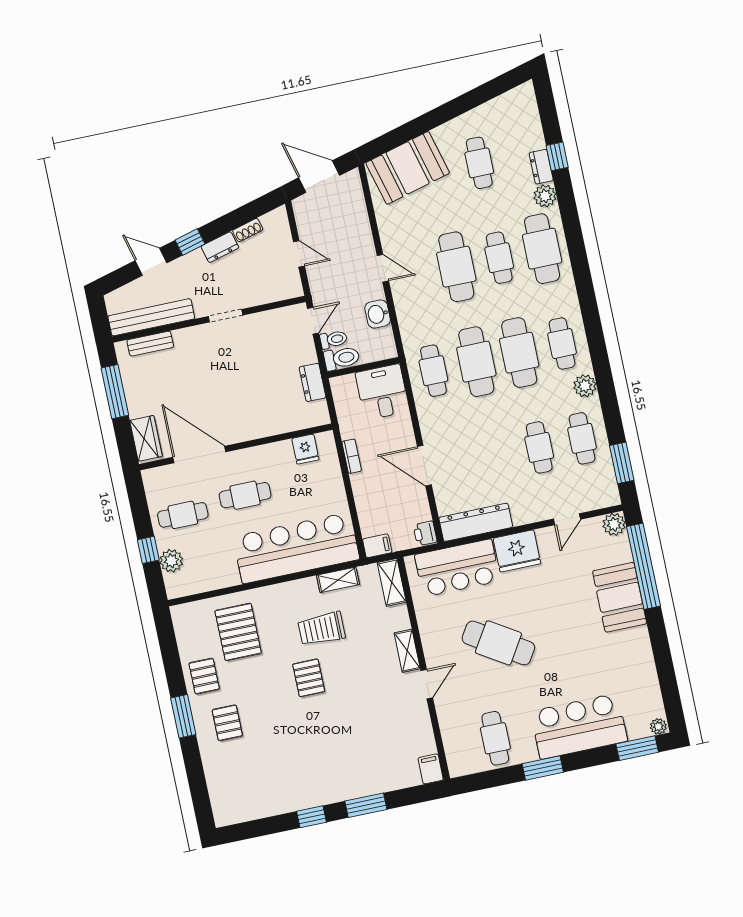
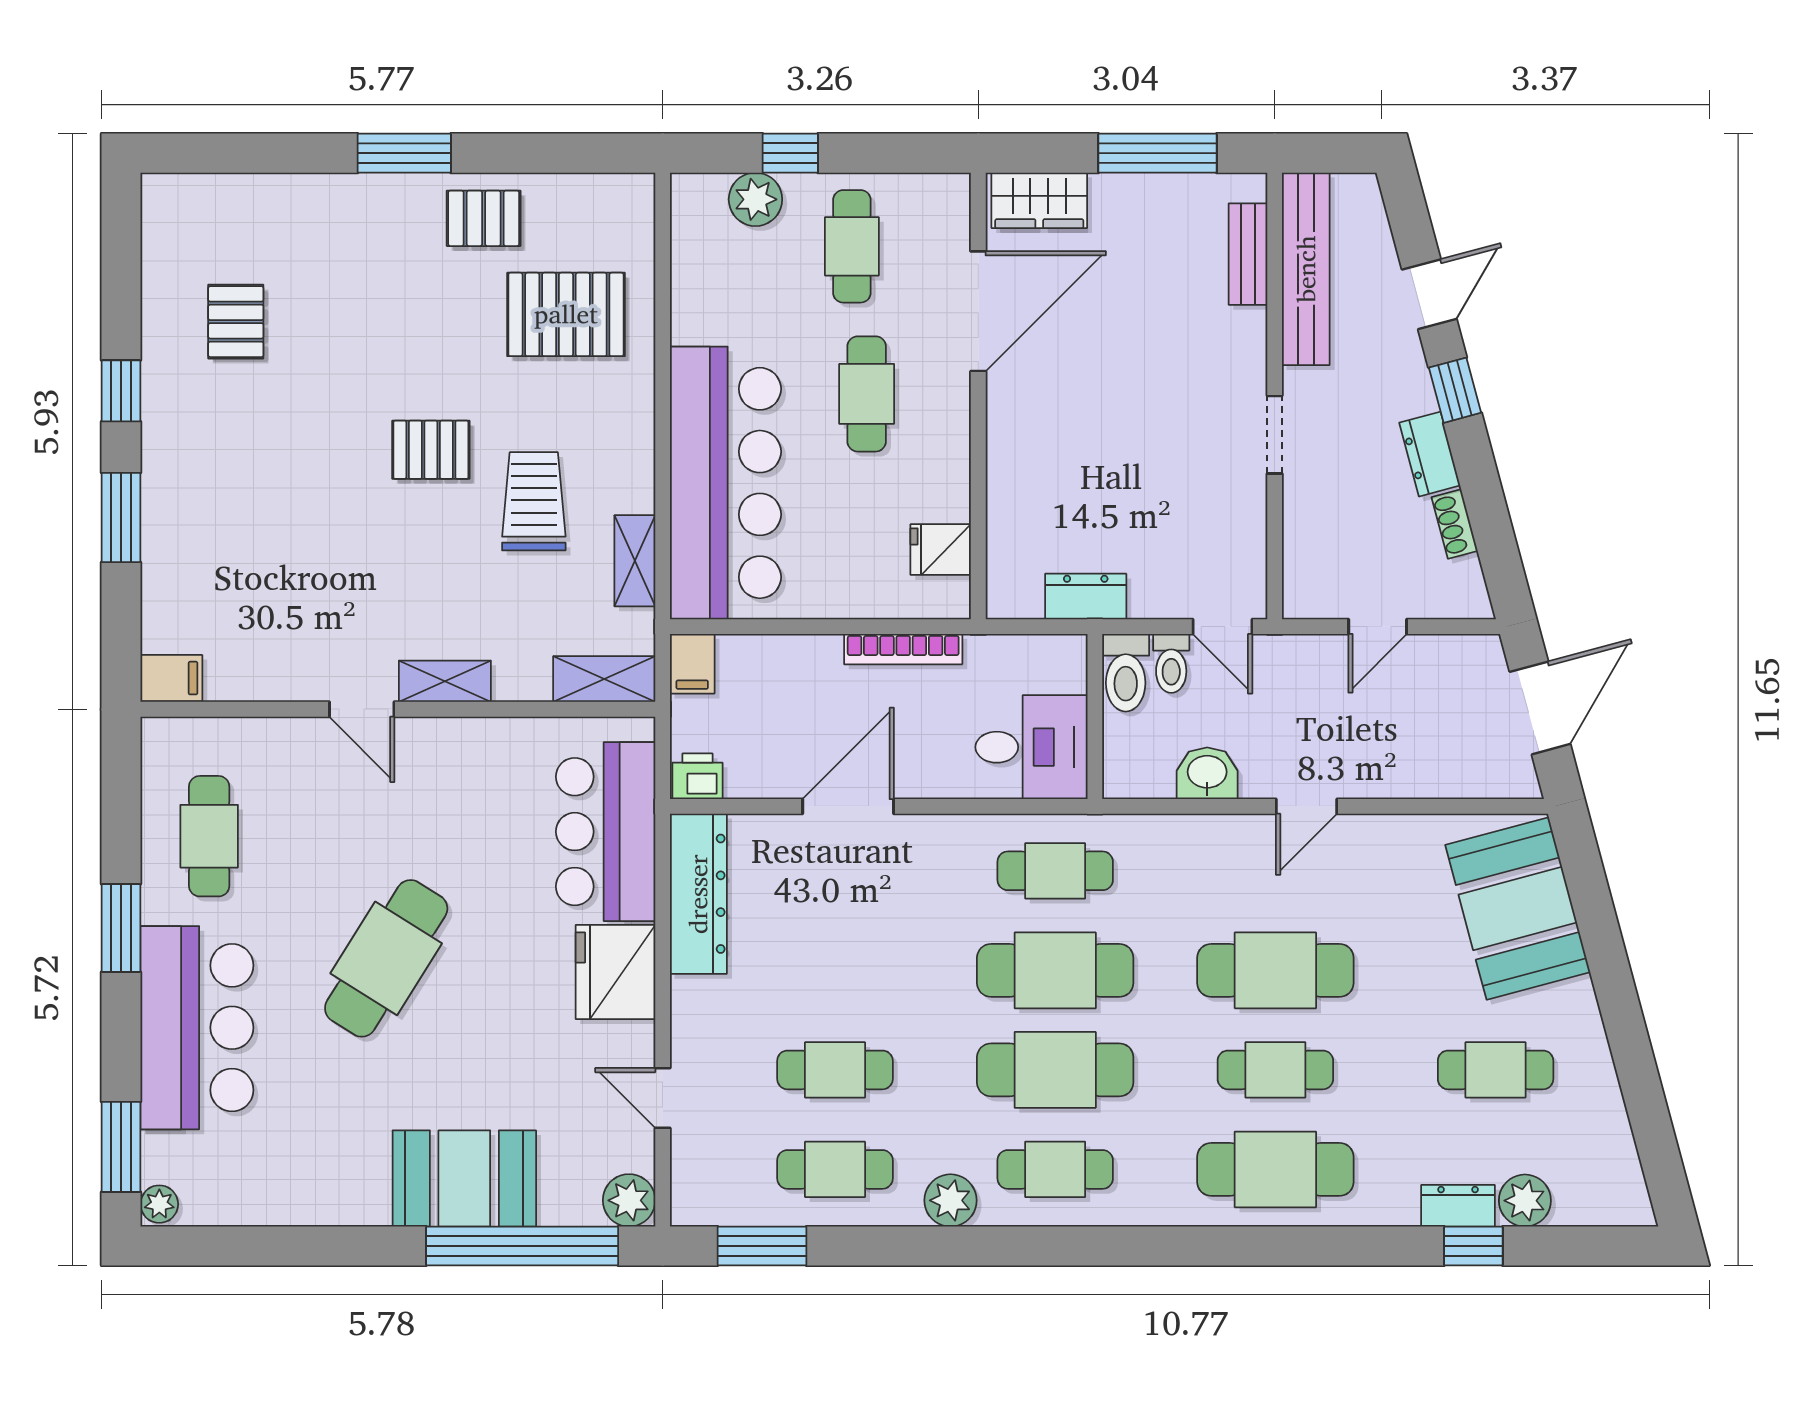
plant: (545, 196) -> (1525, 1201), moved
bookcase: (352, 456) -> (903, 649), width x1.56
cafe table: (498, 643) -> (386, 958), moved
pallet: (227, 723) -> (236, 322), moved, turned 90
cafe table: (495, 738) -> (209, 836), turned 90

